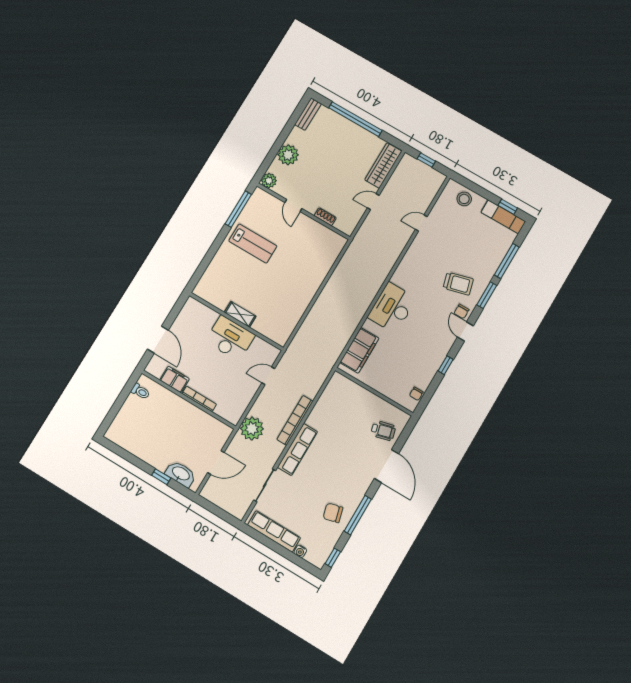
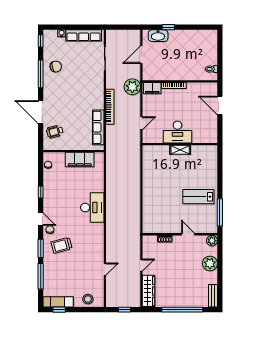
filing cabinet: (359, 350) -> (80, 160), moved, turned -90
filing cabinet: (175, 379) -> (152, 88), moved
row of seats: (297, 449) -> (98, 127), moved

